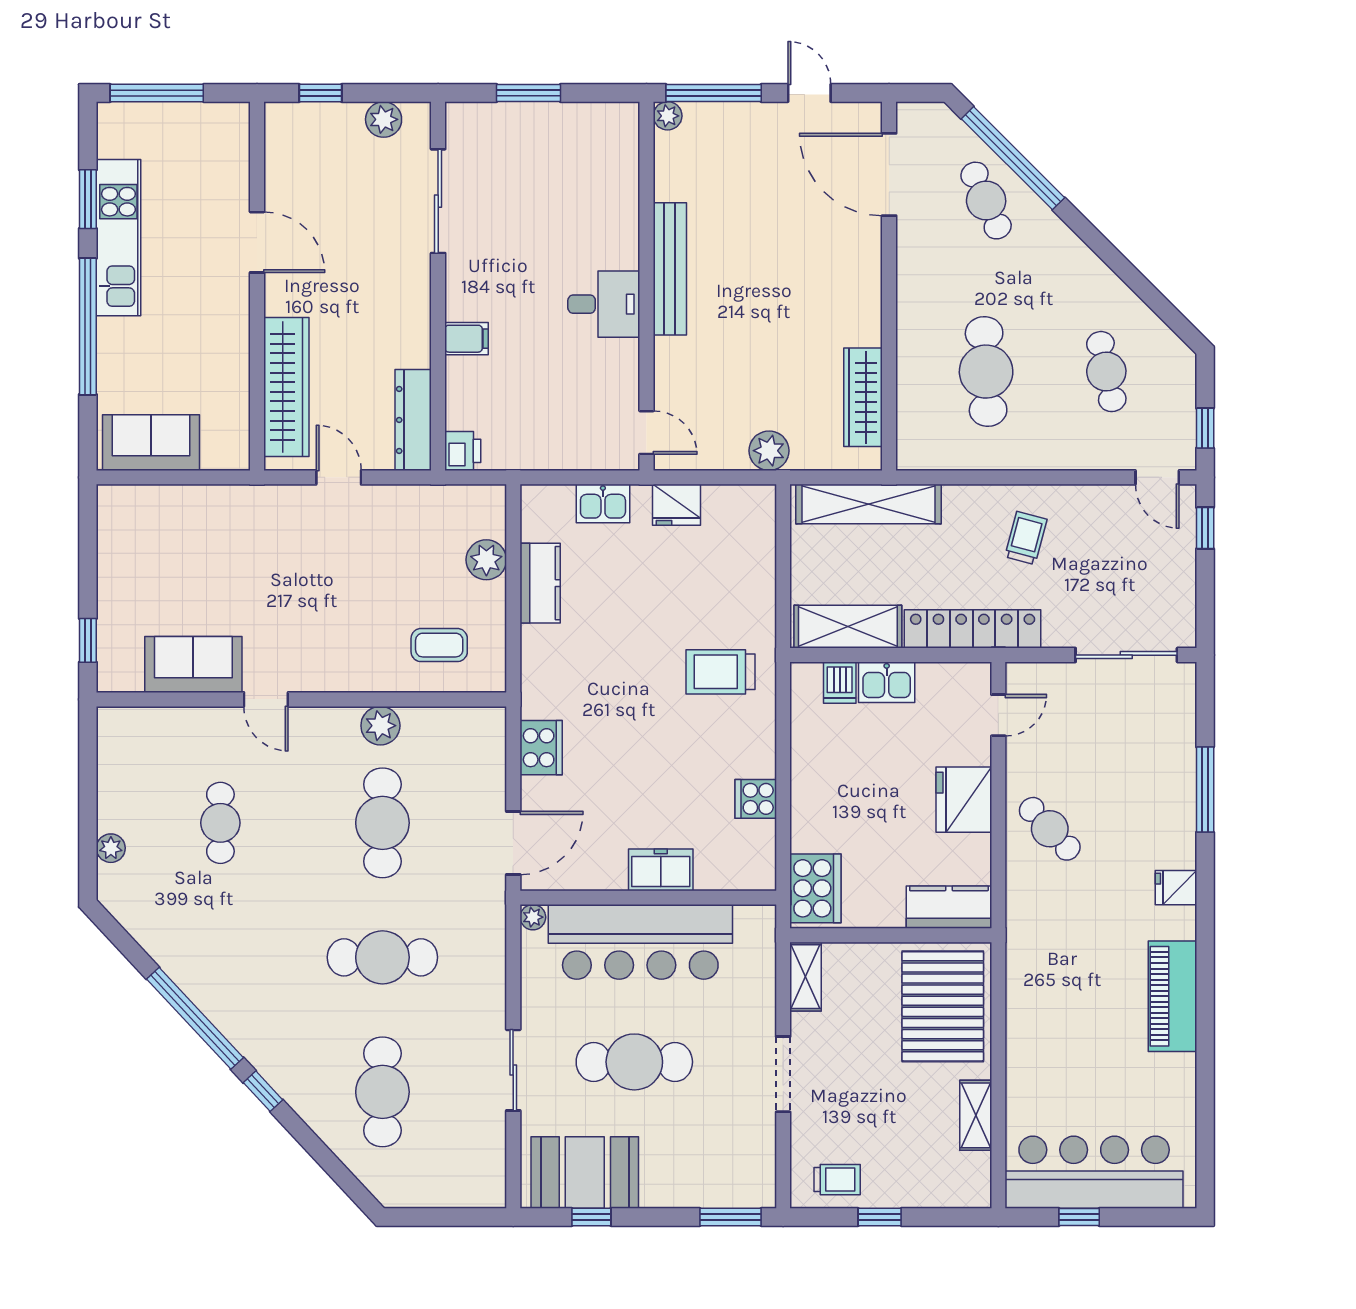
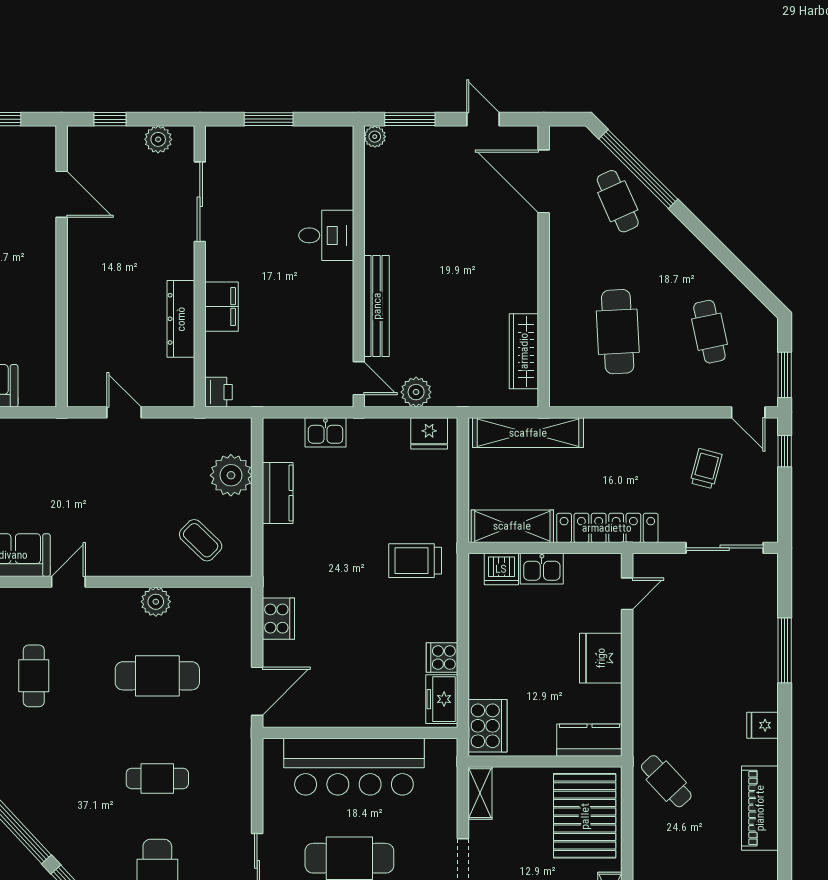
window: (714, 93) -> (410, 119), width x0.69
door: (257, 242) -> (62, 194), moved
bench: (670, 269) -> (377, 306), moved
desk: (604, 304) -> (326, 235), moved
filing cabinet: (467, 339) -> (222, 307), width x2.00
wardrobe: (286, 387) -> (84, 343), removed
dresser: (413, 420) -> (181, 319), moved
window: (1205, 428) -> (785, 375), width x1.50
plant: (769, 451) -> (416, 392), moved
fridge: (676, 505) -> (429, 433), moved
trolley: (1026, 538) -> (706, 469), moved
plant: (486, 560) -> (231, 475), width x1.36, depth x1.36
coffee table: (439, 645) -> (201, 540), turned 44
dishwasher: (840, 683) -> (501, 569), width x1.38
door: (266, 699) -> (68, 582), swing flipped
cafe table: (382, 823) -> (157, 676), turned 90
cafe table: (1050, 829) -> (666, 781), moved
freezer: (661, 870) -> (442, 699), moved, turned -90
plant: (533, 917) -> (272, 748), removed
cafe table: (382, 957) -> (157, 778), width x0.73, depth x0.74

